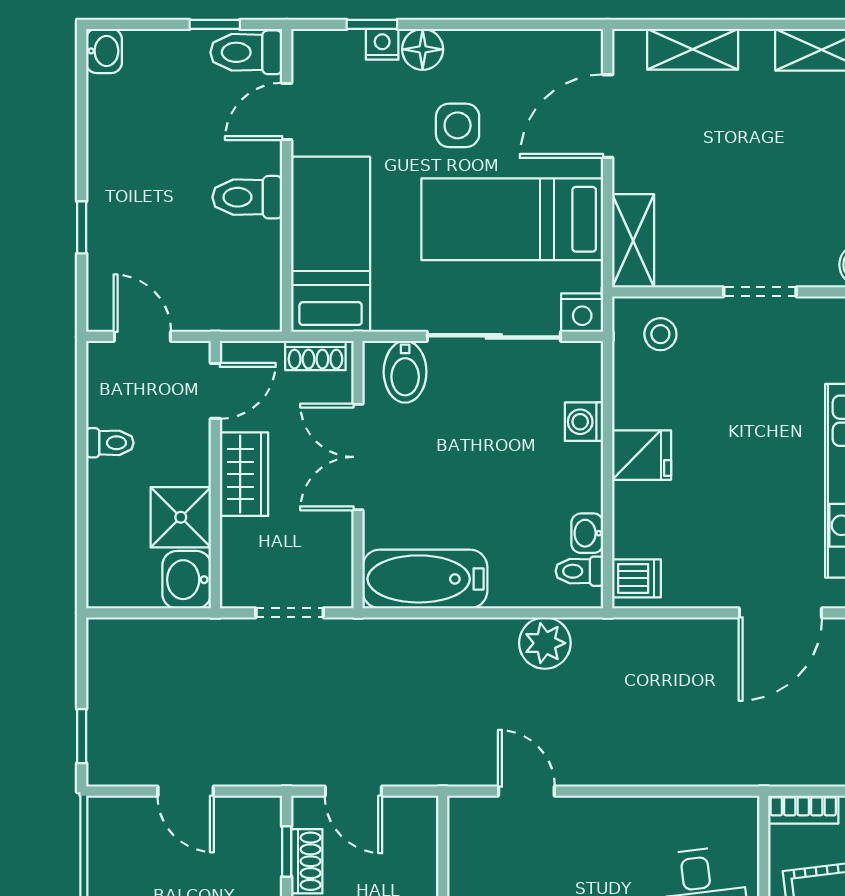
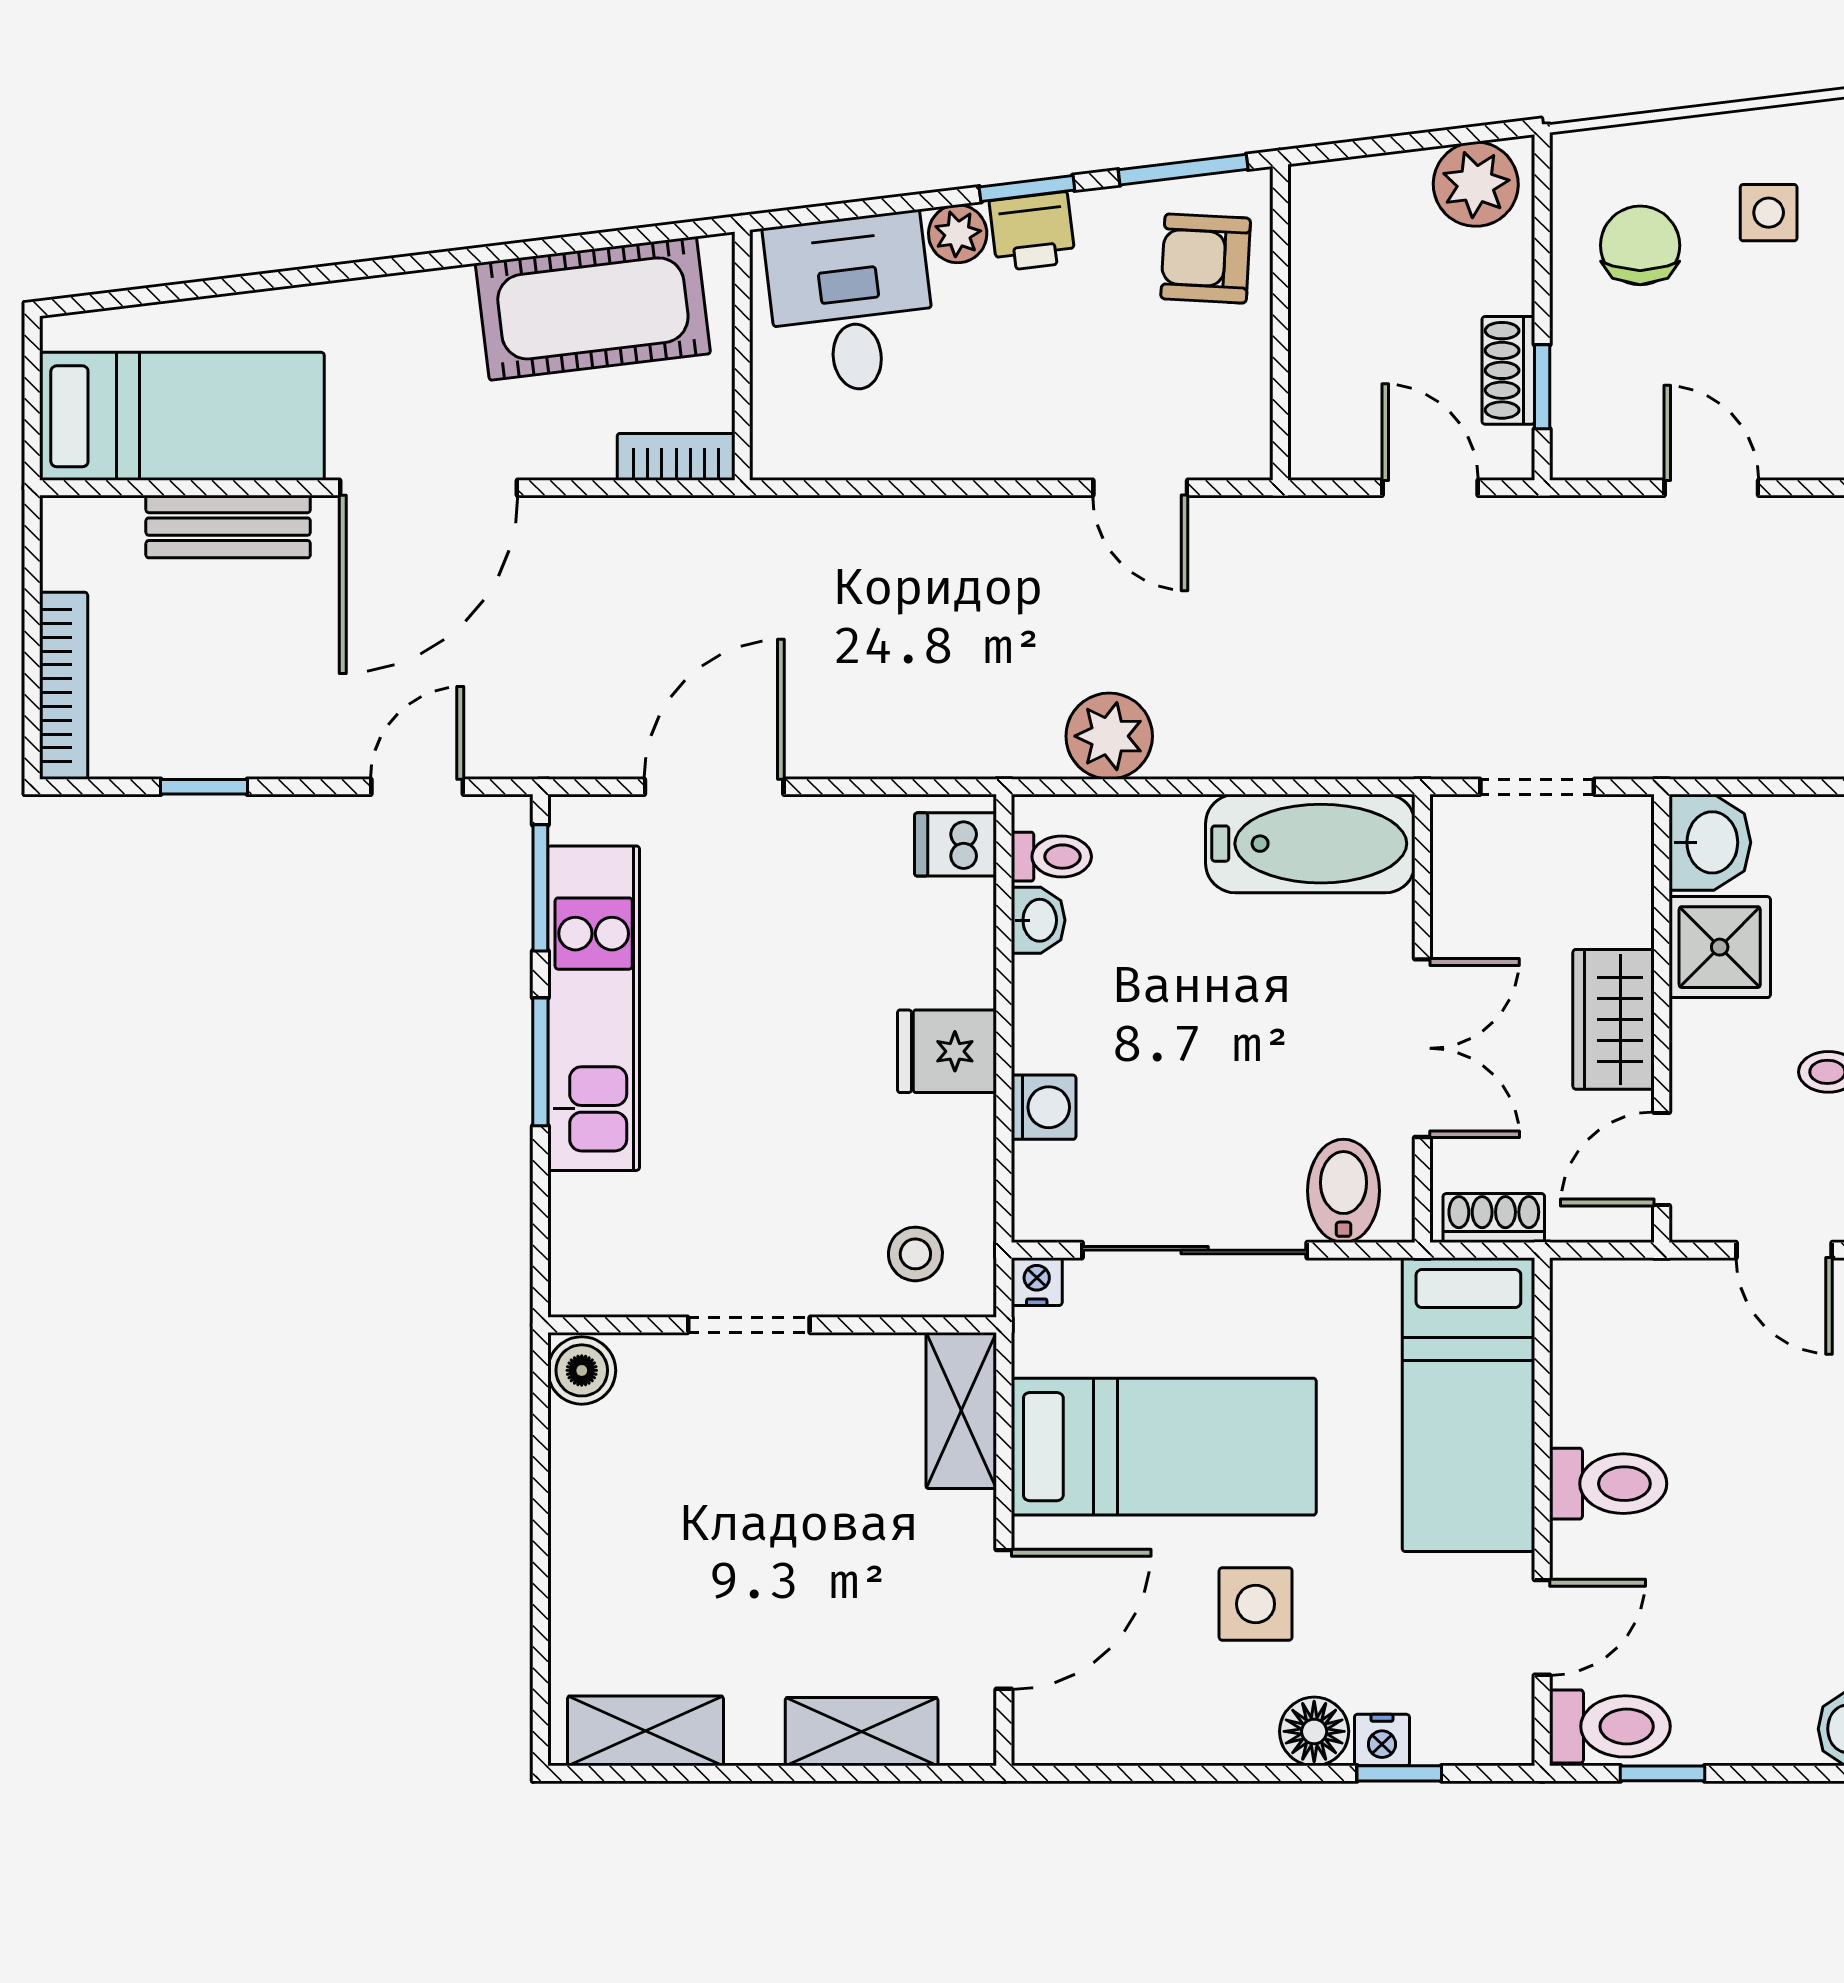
nightstand: (582, 313) -> (1037, 1282), width x0.72, depth x0.74

